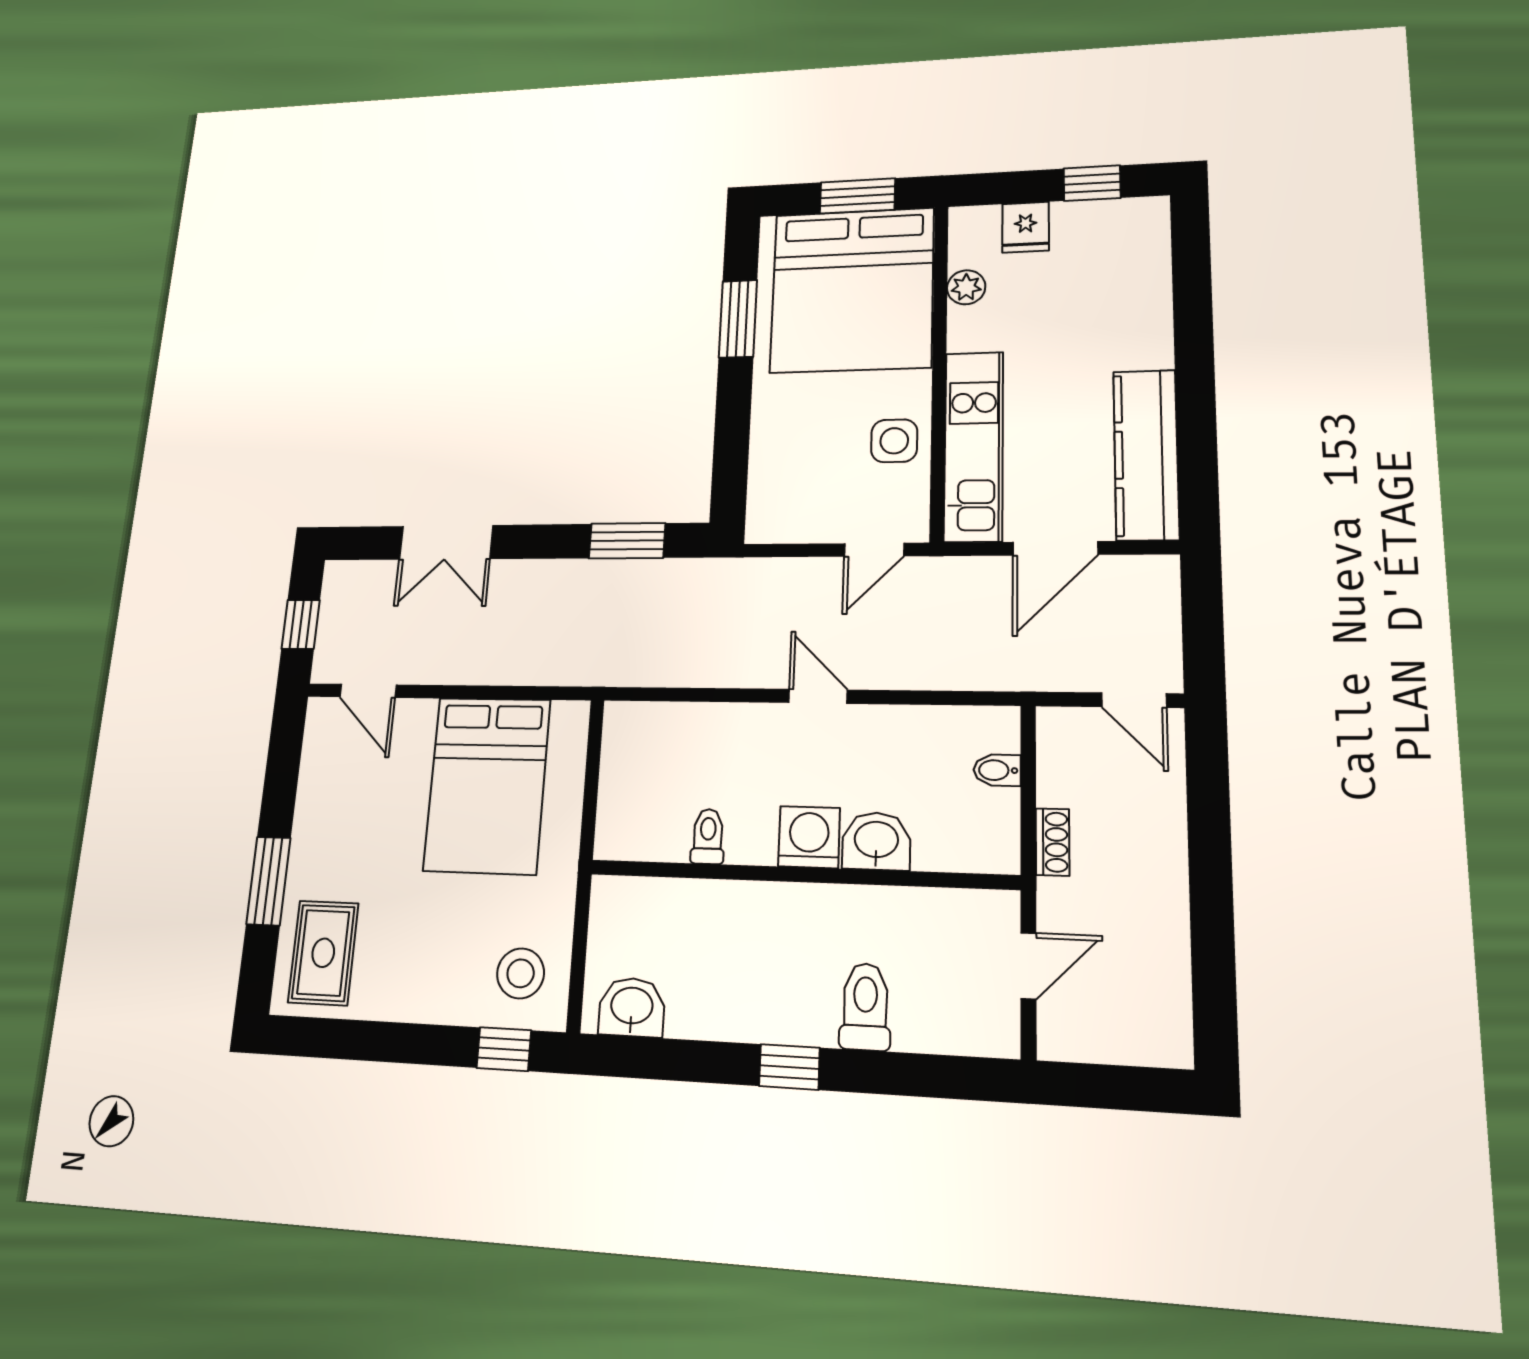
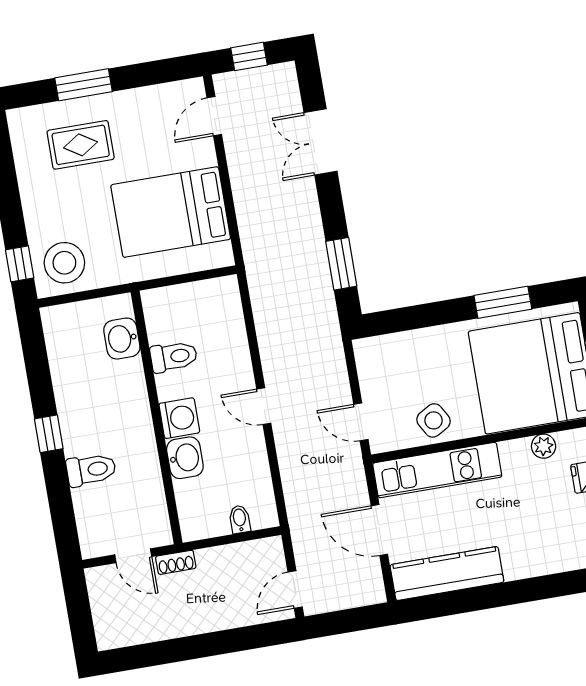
side table: (894, 441) -> (434, 420), turned -30
door: (818, 696) -> (264, 406), swing flipped
toilet: (708, 836) -> (174, 357), width x1.37, depth x1.39
shoe rack: (1053, 842) -> (176, 562), moved
rug: (323, 953) -> (81, 145), moved
stool: (521, 973) -> (64, 263), width x1.38, depth x1.38
washbasin: (632, 1007) -> (122, 339), moved, turned 180

